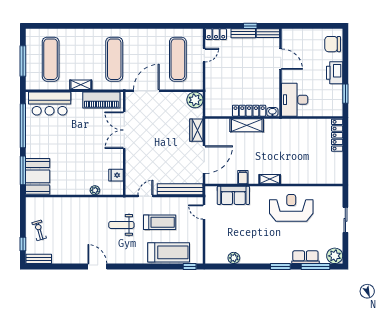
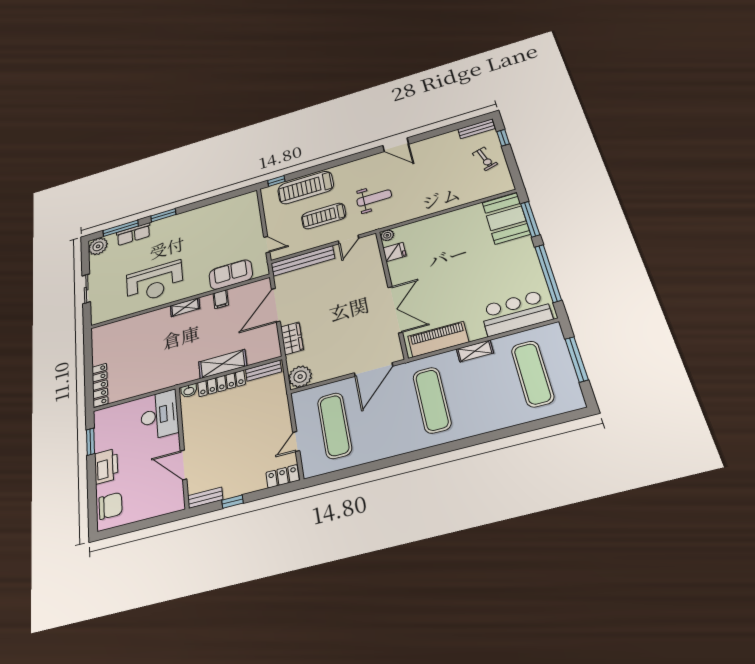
bench: (243, 33) -> (263, 371), moved
plant: (95, 190) -> (387, 235), moved
plant: (234, 258) -> (222, 207), removed

